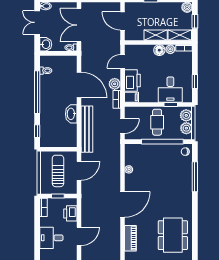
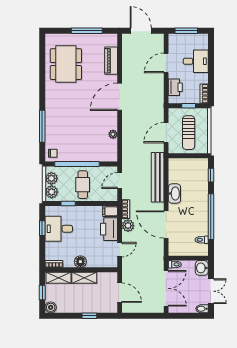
plant: (170, 49) -> (69, 263), removed
desk: (170, 90) -> (59, 229), moved, turned -90

